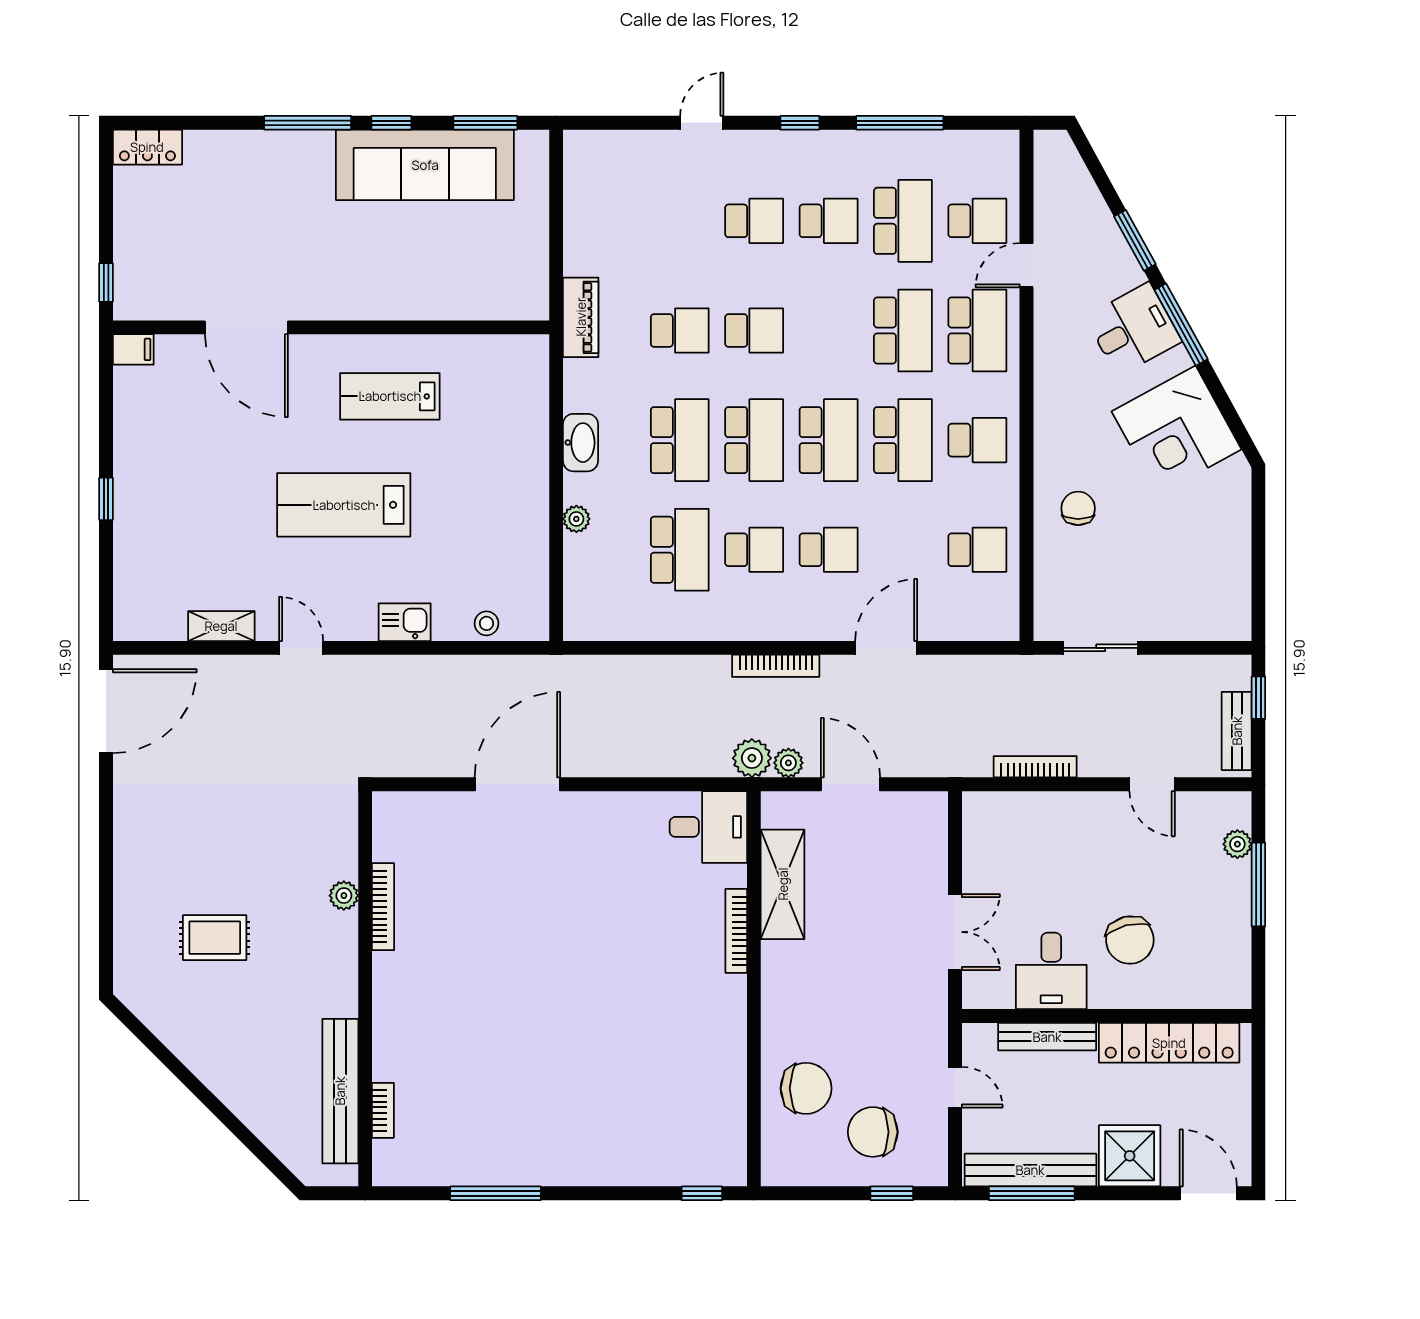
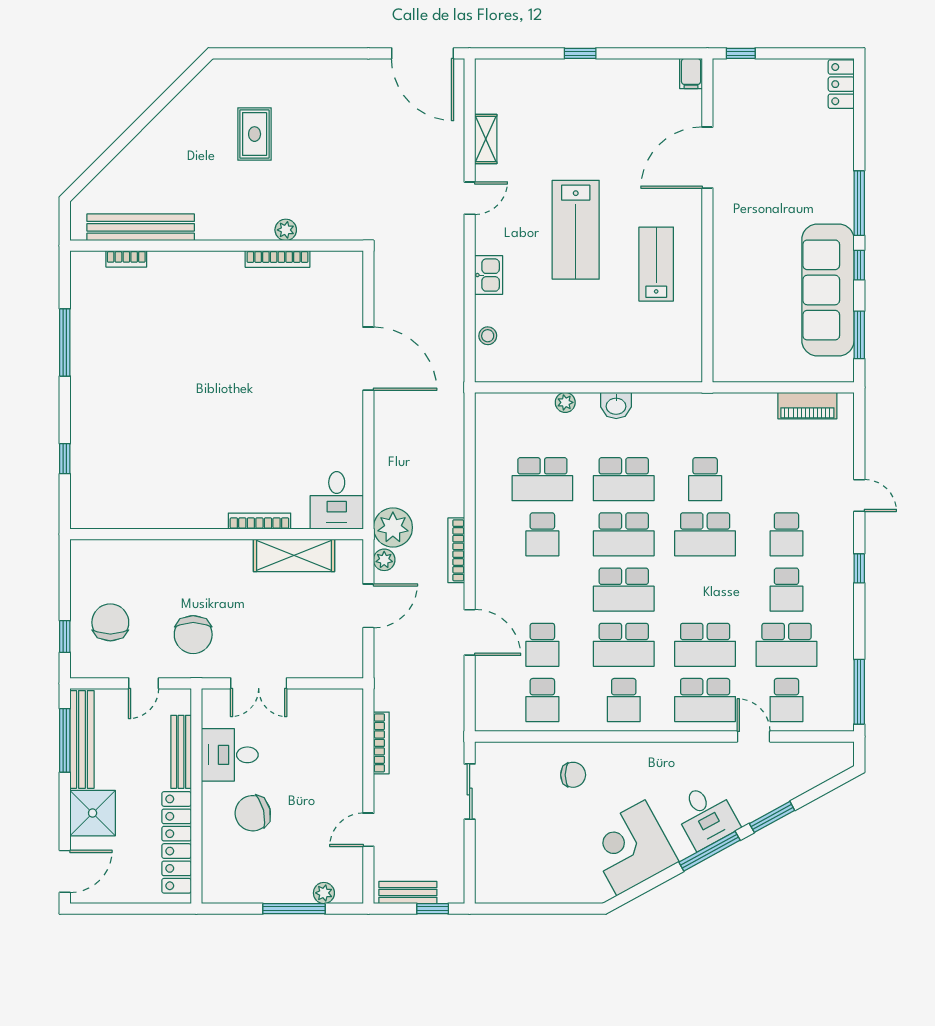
window: (900, 123) -> (859, 692), moved
piano: (581, 317) -> (807, 406), moved
school desk: (754, 330) -> (705, 534), width x1.85
washbasin: (580, 443) -> (616, 405), width x0.72
lab bench: (344, 505) -> (576, 230), turned 180
school desk: (829, 550) -> (542, 645), moved
plant: (752, 758) -> (393, 527), width x1.36, depth x1.36
chair: (806, 1088) -> (193, 635), moved
window: (702, 1193) -> (65, 459), moved

